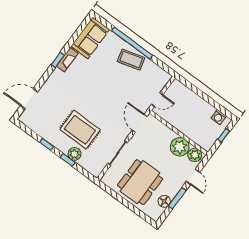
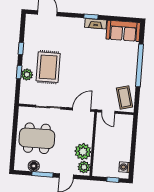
coffee table: (131, 60) -> (125, 98), moved

